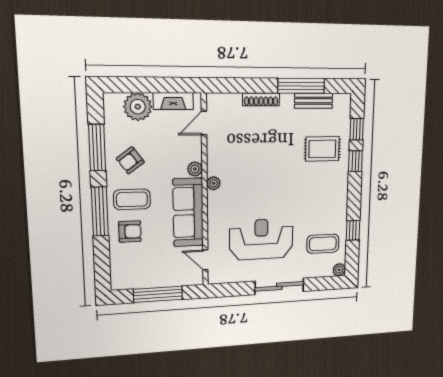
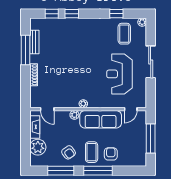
rug: (322, 149) -> (64, 36), removed

